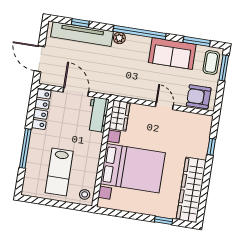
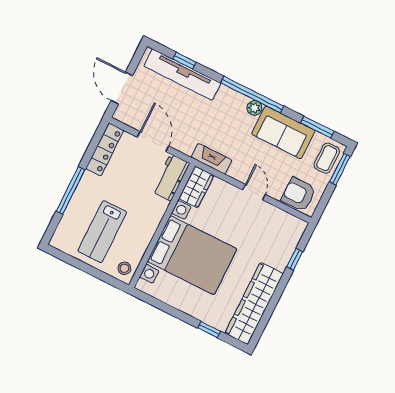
plant: (119, 38) -> (254, 108), moved
fireplace: (124, 91) -> (211, 159), added

